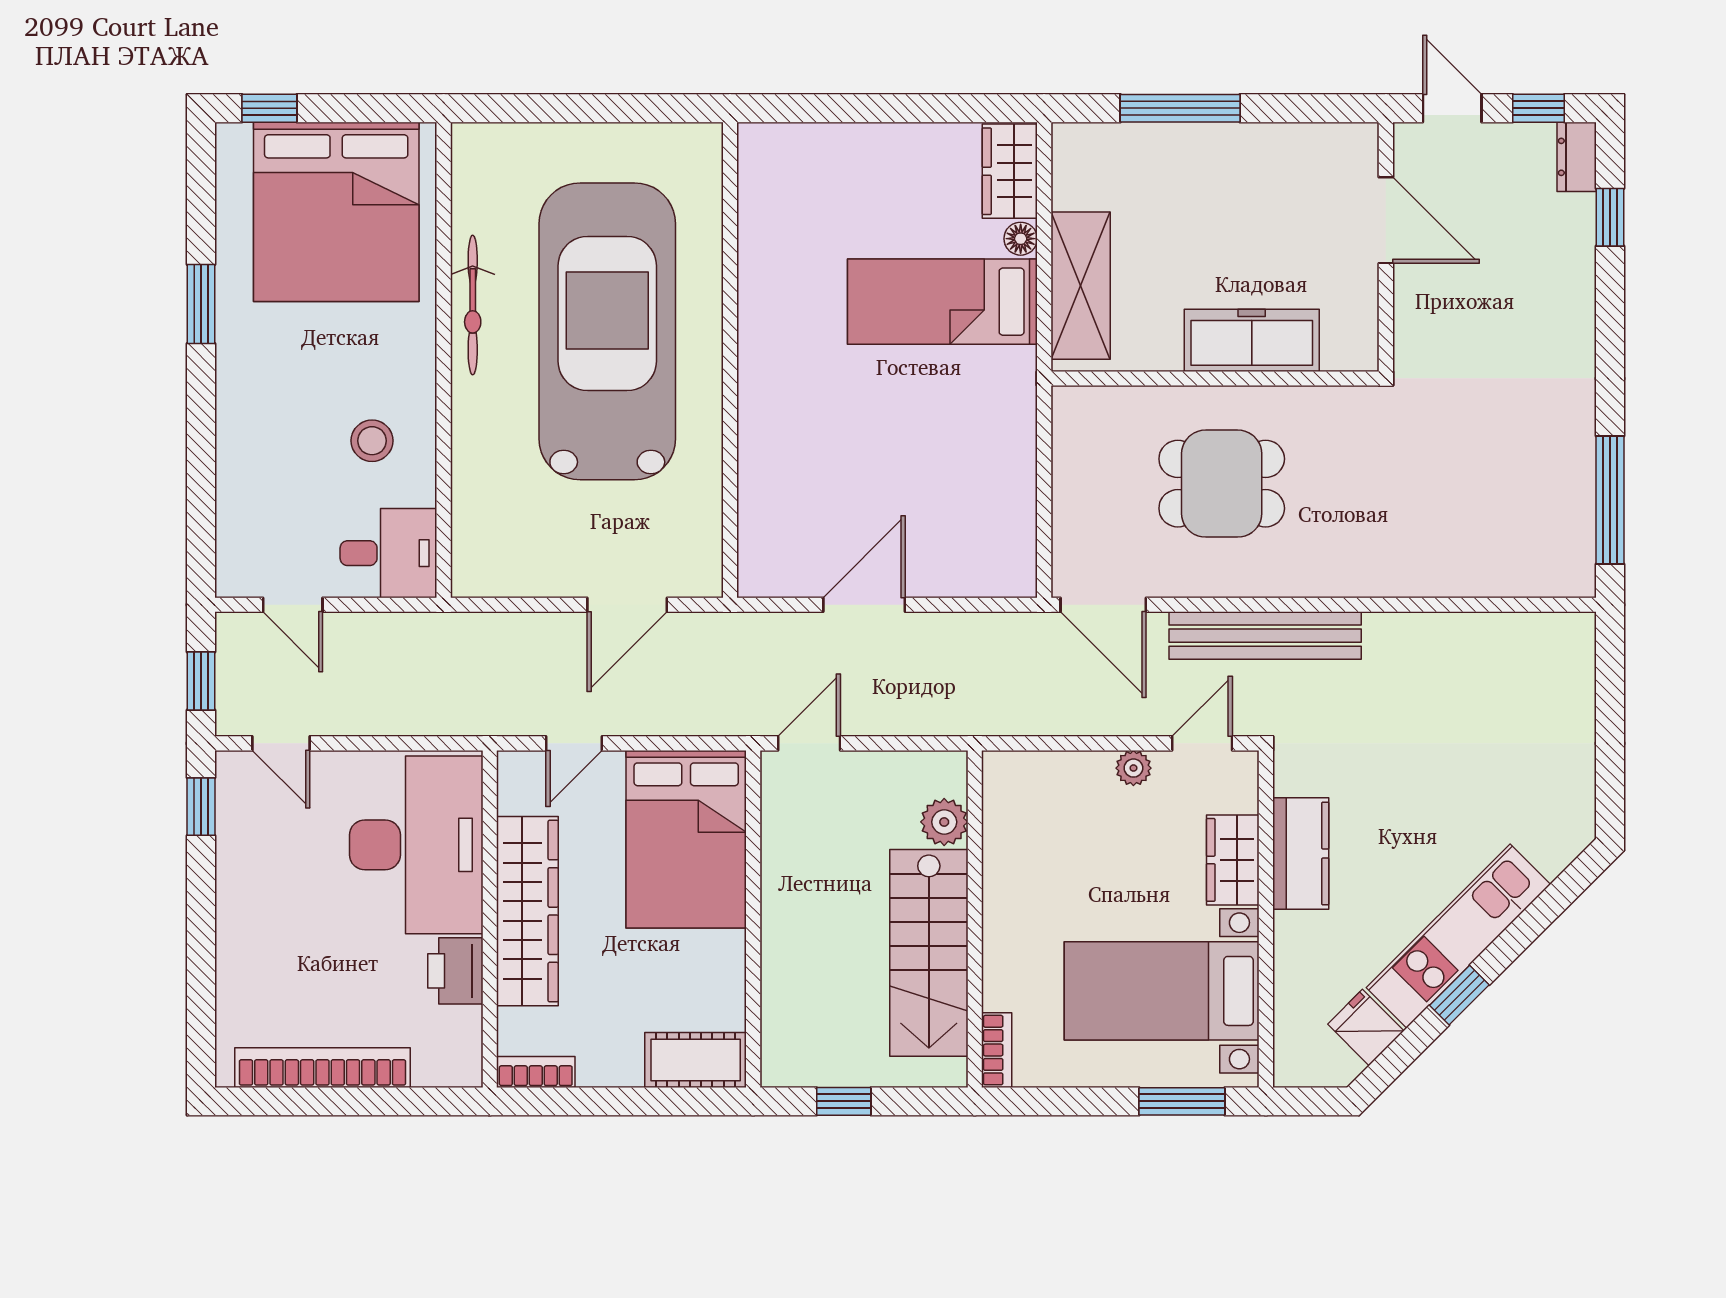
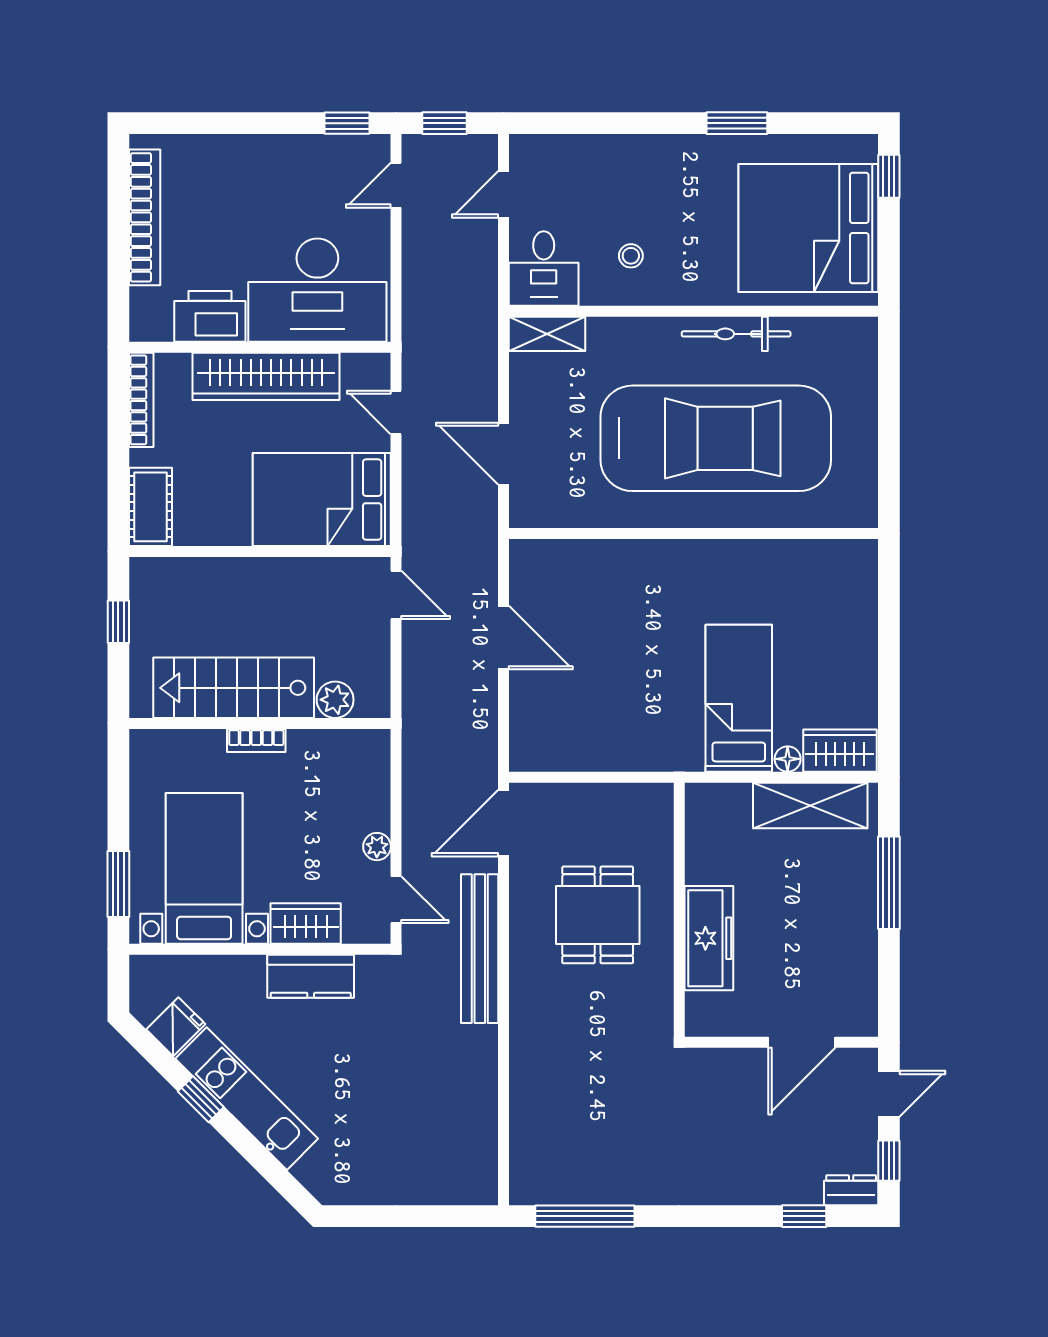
shelving: (1081, 286) -> (810, 805), moved
stool: (372, 441) -> (631, 256), width x0.73, depth x0.73
shelving: (473, 549) -> (547, 334), added
printer: (455, 971) -> (210, 316), width x1.37, depth x1.19
bookcase: (997, 1050) -> (256, 740), moved
bookcase: (536, 1072) -> (141, 400), width x1.56

